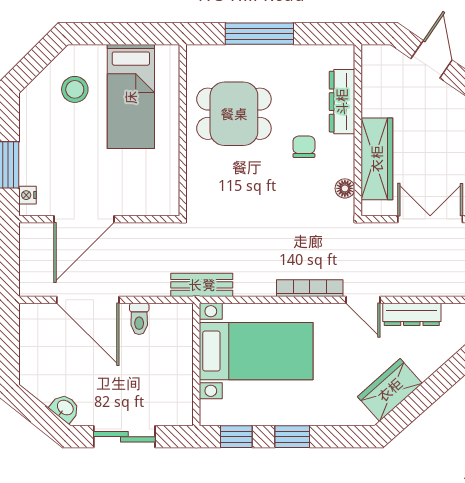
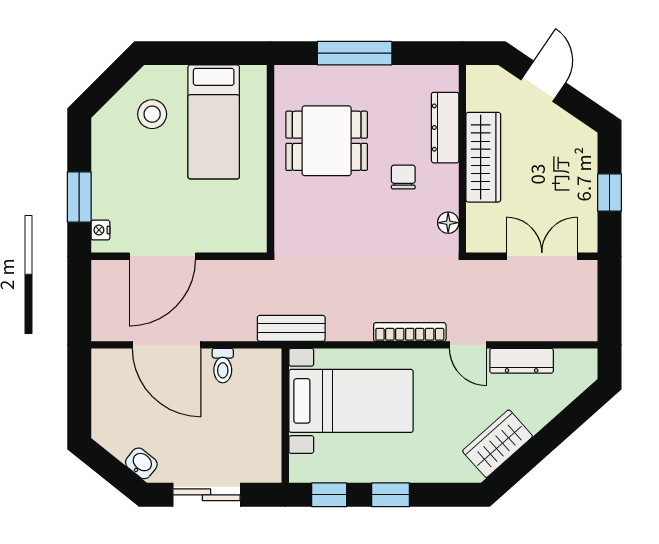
wardrobe: (377, 159) -> (483, 157), moved

